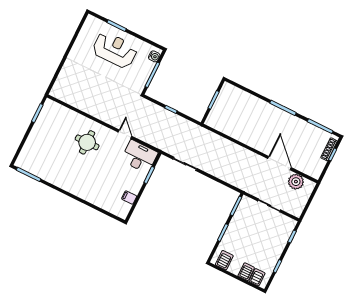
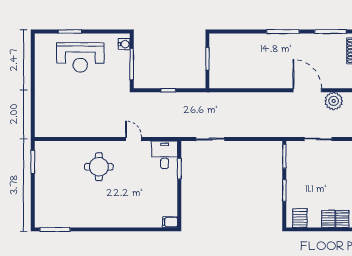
reception desk: (115, 50) -> (80, 57), turned 180
desk: (139, 157) -> (165, 155), width x0.73
filing cabinet: (129, 198) -> (170, 222), moved

